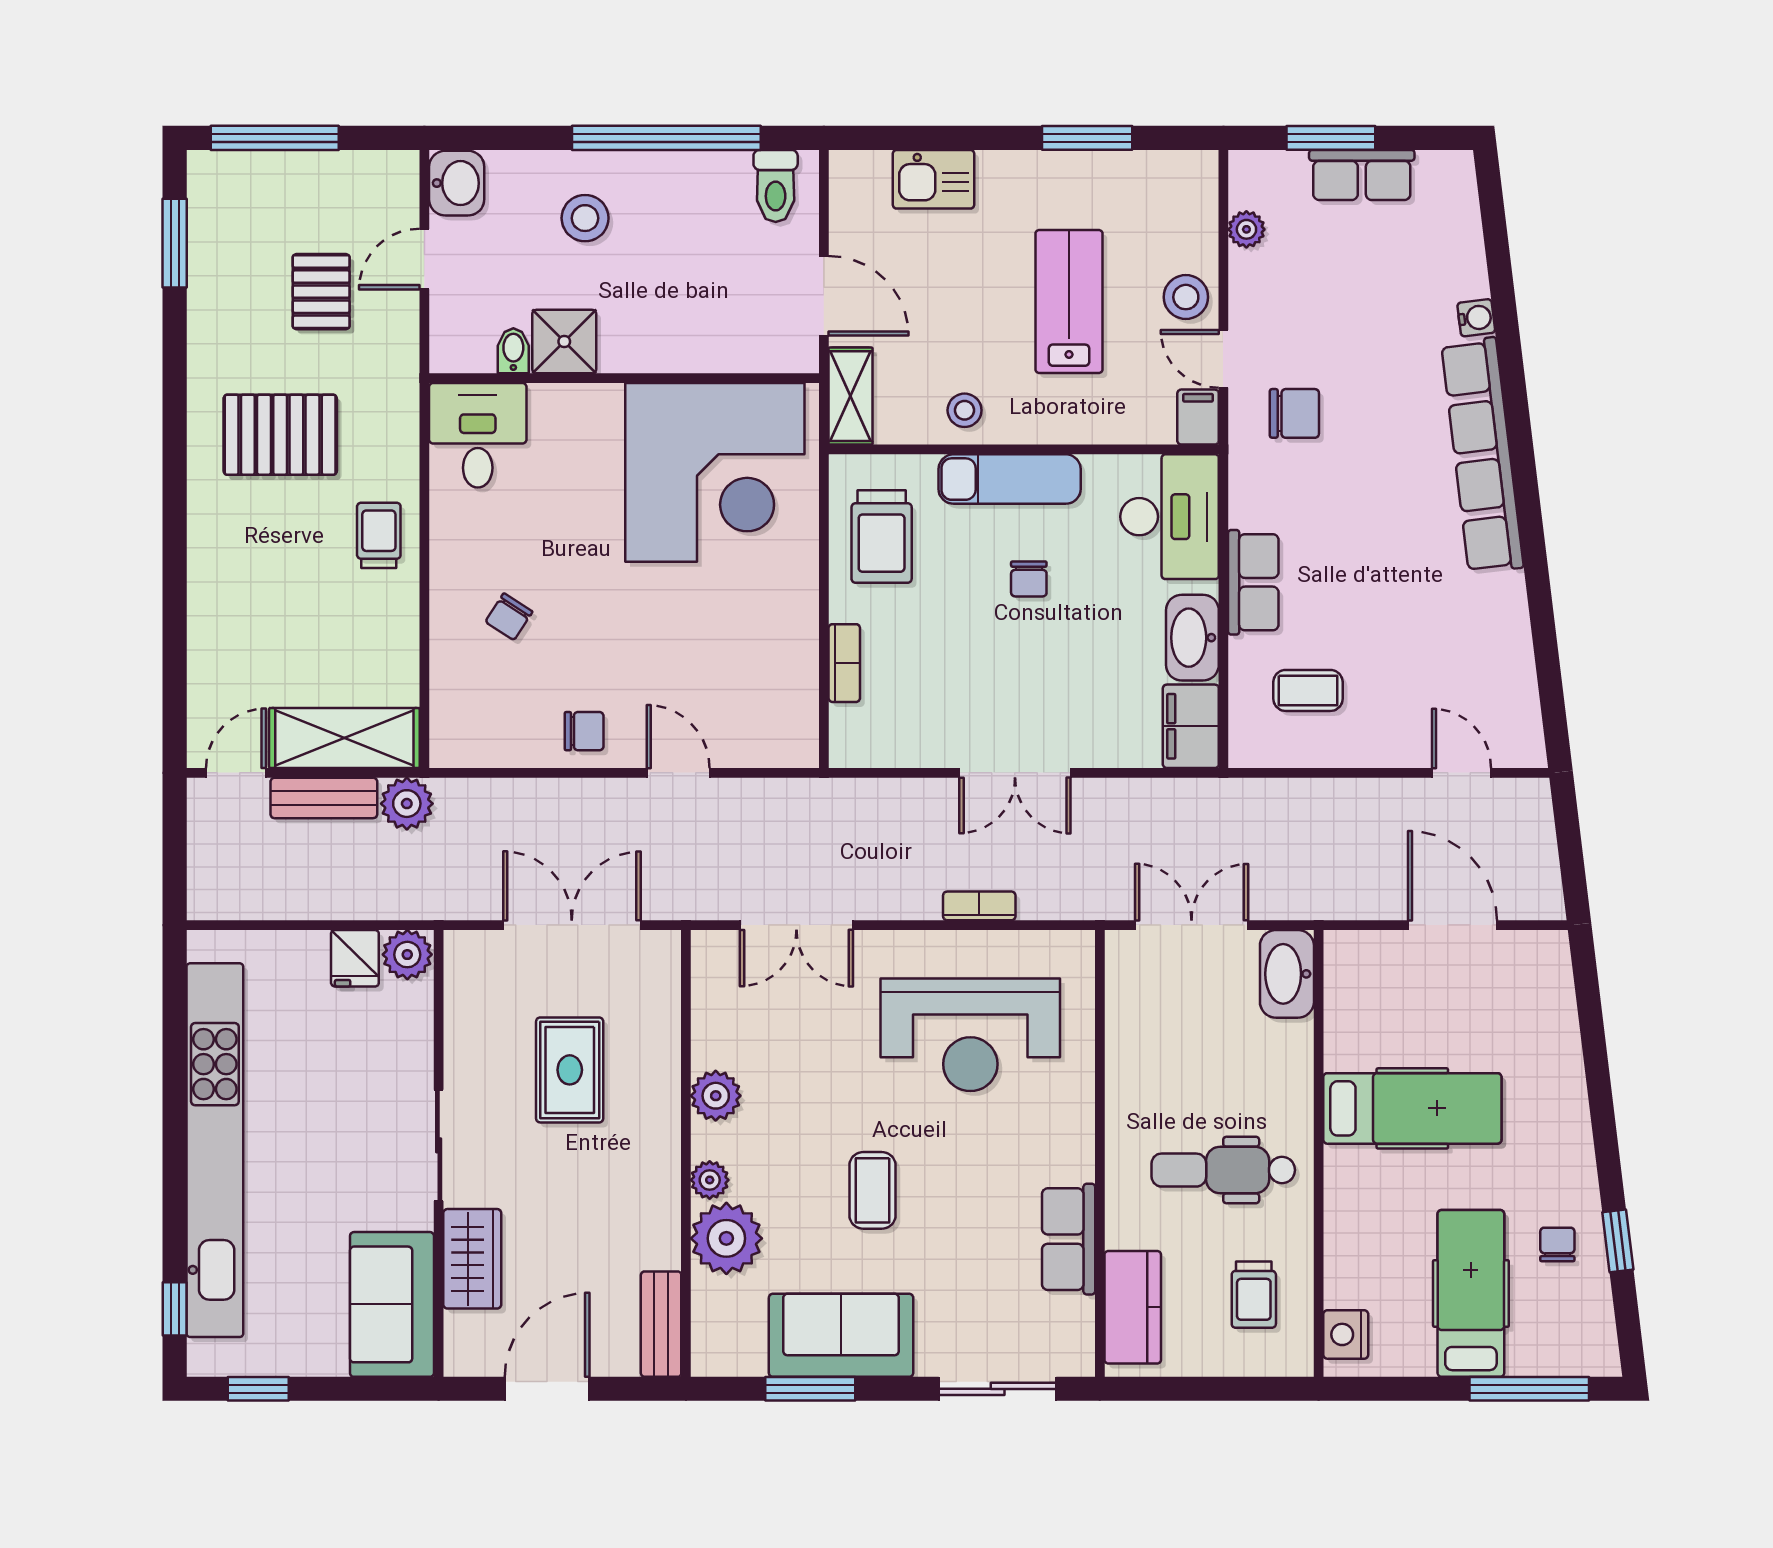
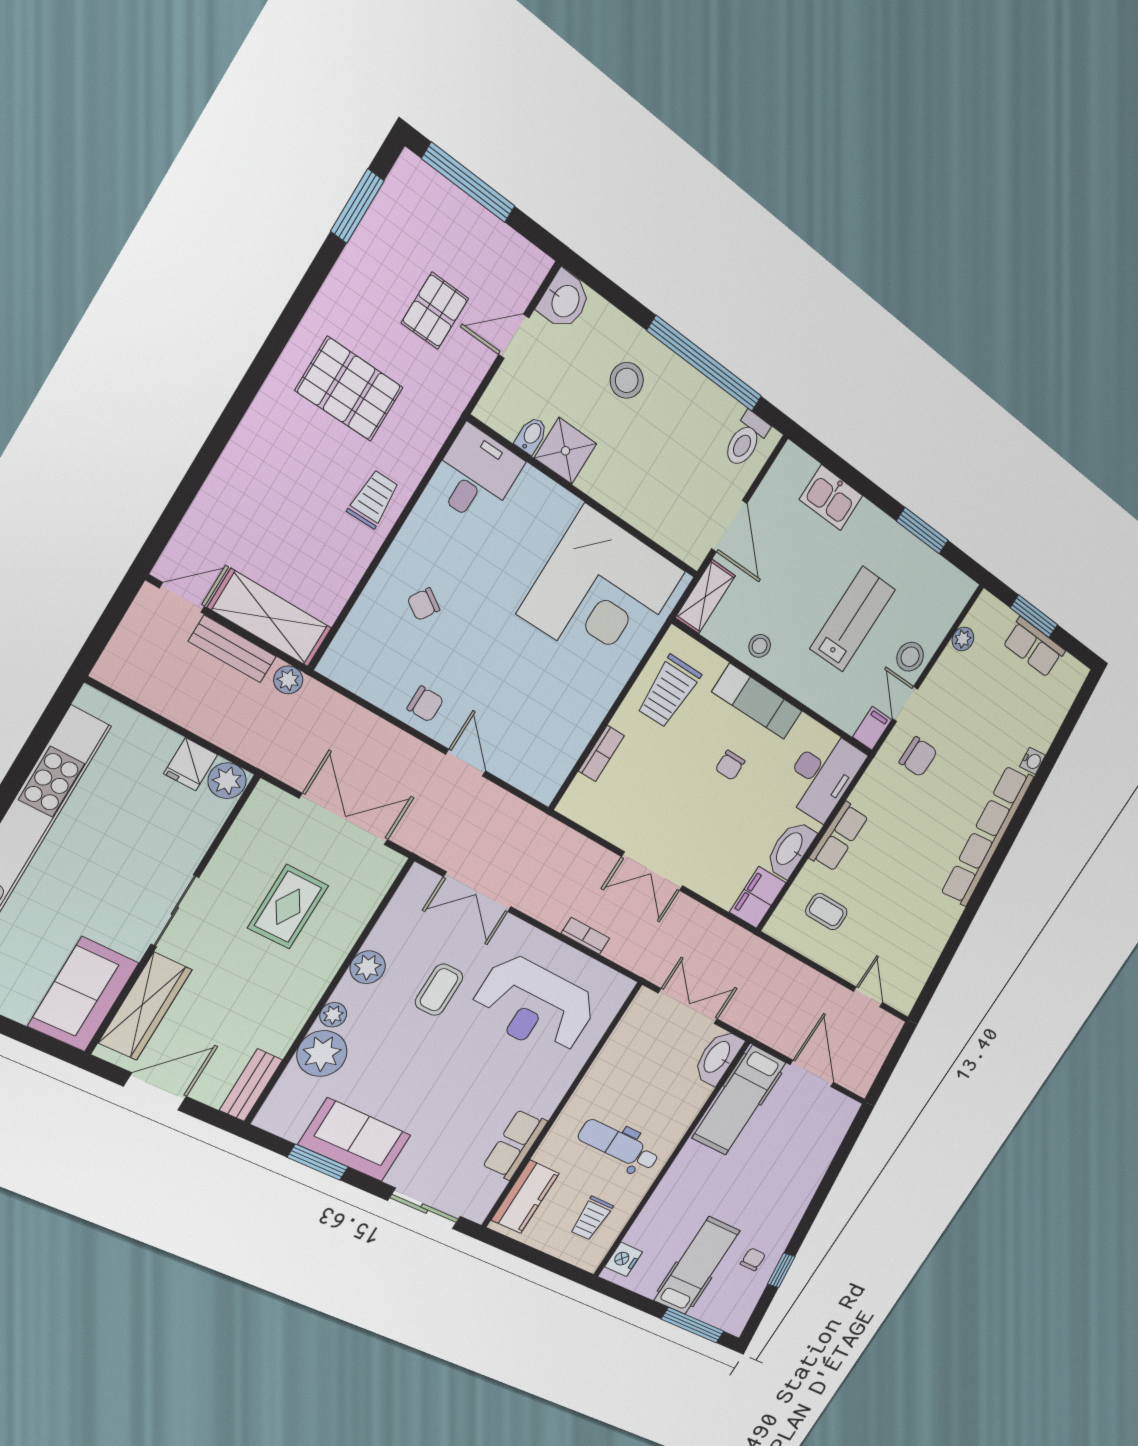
plant: (407, 804) -> (288, 680), width x0.73, depth x0.73
hospital bed: (1412, 1108) -> (739, 1100), moved, turned 90
coffee table: (873, 1190) -> (439, 990), moved
wardrobe: (472, 1259) -> (145, 1006), width x1.50

